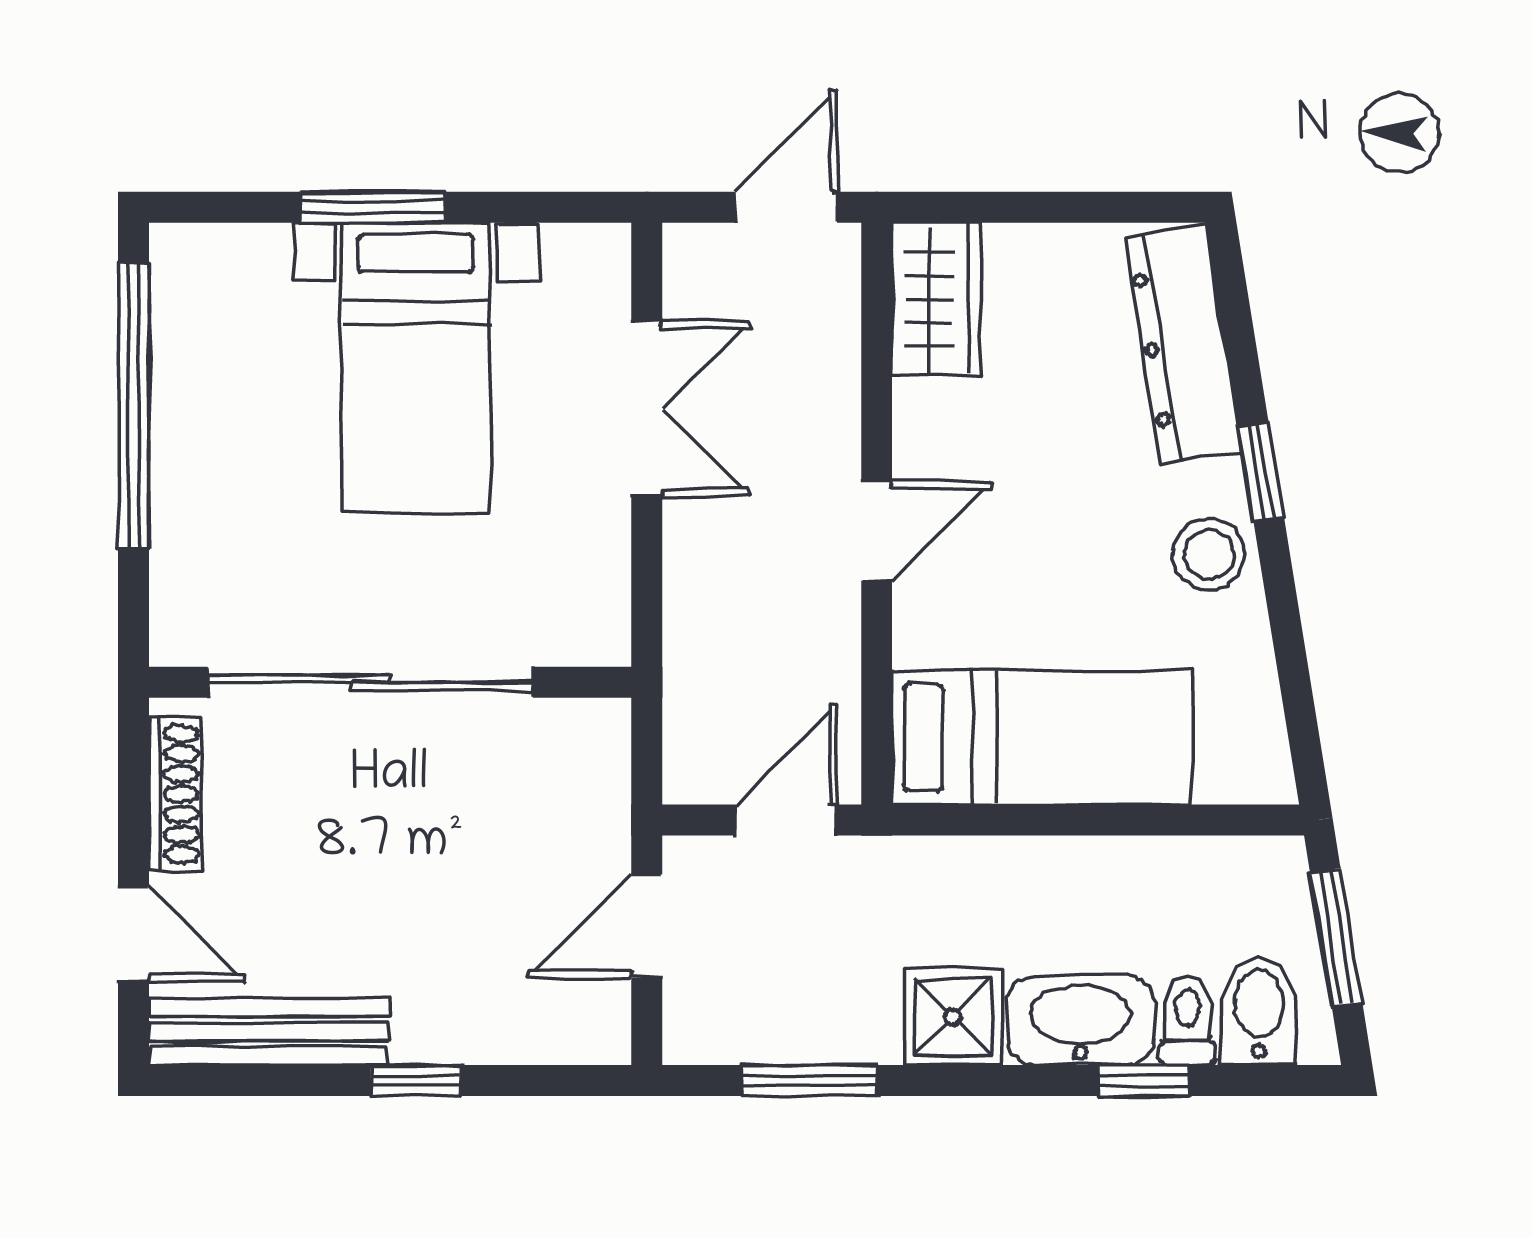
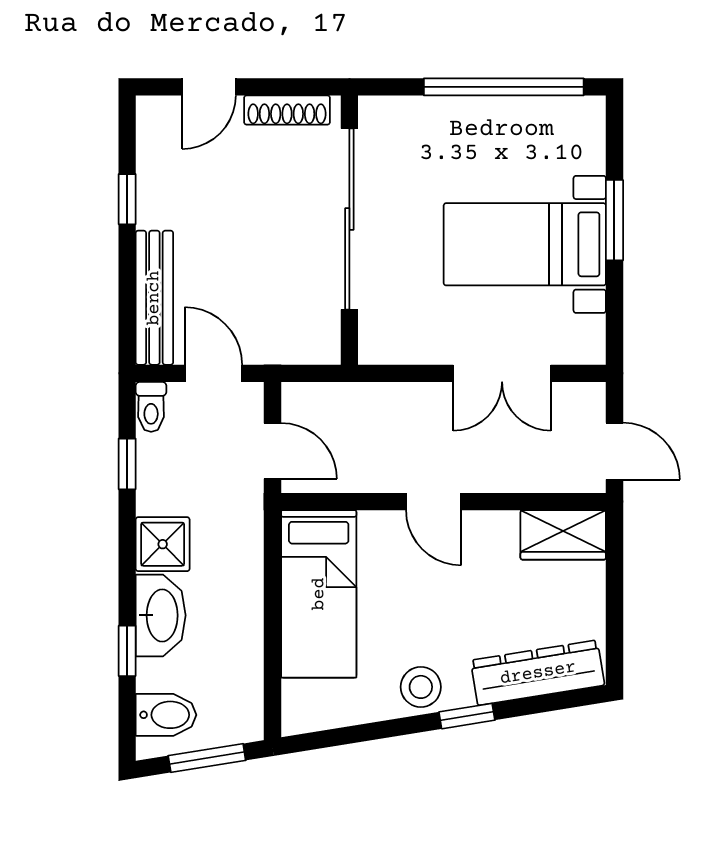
toilet: (1187, 1020) -> (151, 407), moved, turned 90
bench: (269, 1032) -> (154, 298), moved
window: (416, 1081) -> (127, 199), moved
window: (809, 1081) -> (127, 464), width x0.67

